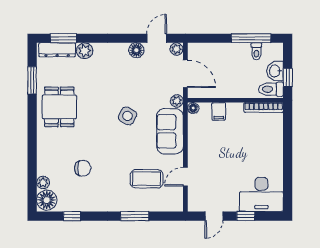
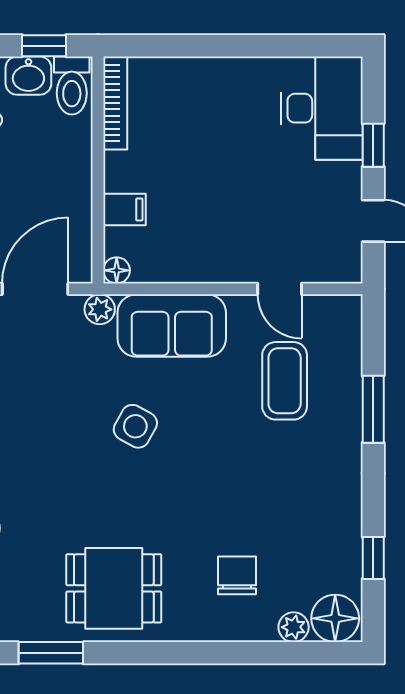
chair: (83, 168) -> (237, 575), moved

